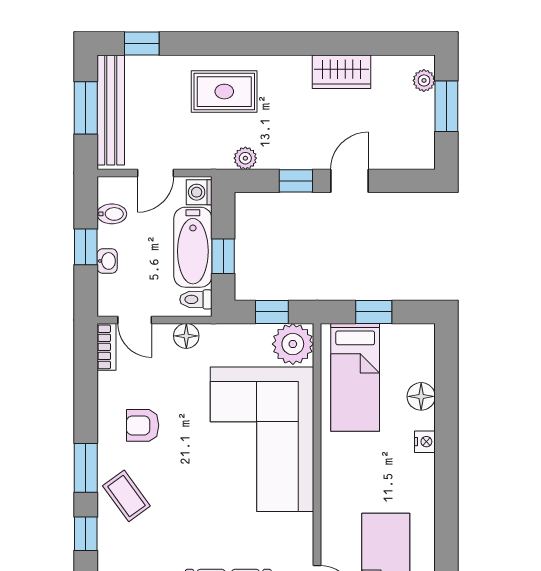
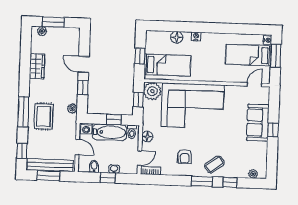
window: (234, 44) -> (23, 112), added

